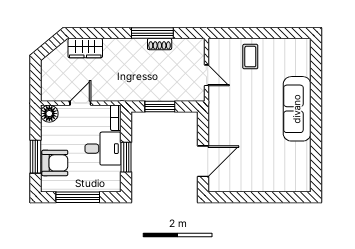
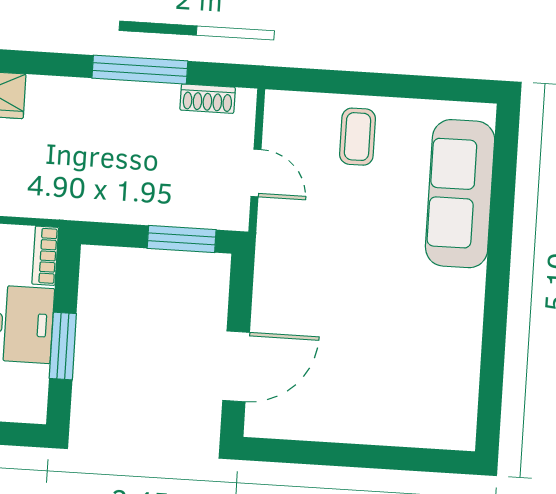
shoe rack: (160, 44) -> (208, 99), moved
window: (160, 107) -> (182, 239), moved
sofa: (297, 109) -> (460, 194), moved

